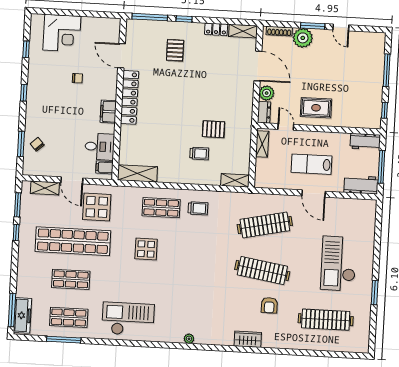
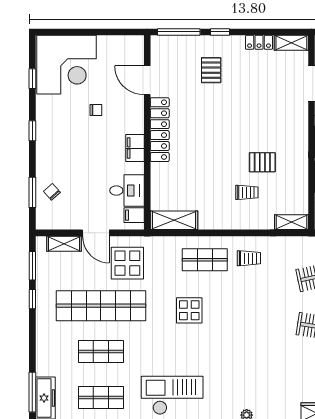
corner desk: (62, 33) -> (66, 65), width x1.36, depth x1.36

